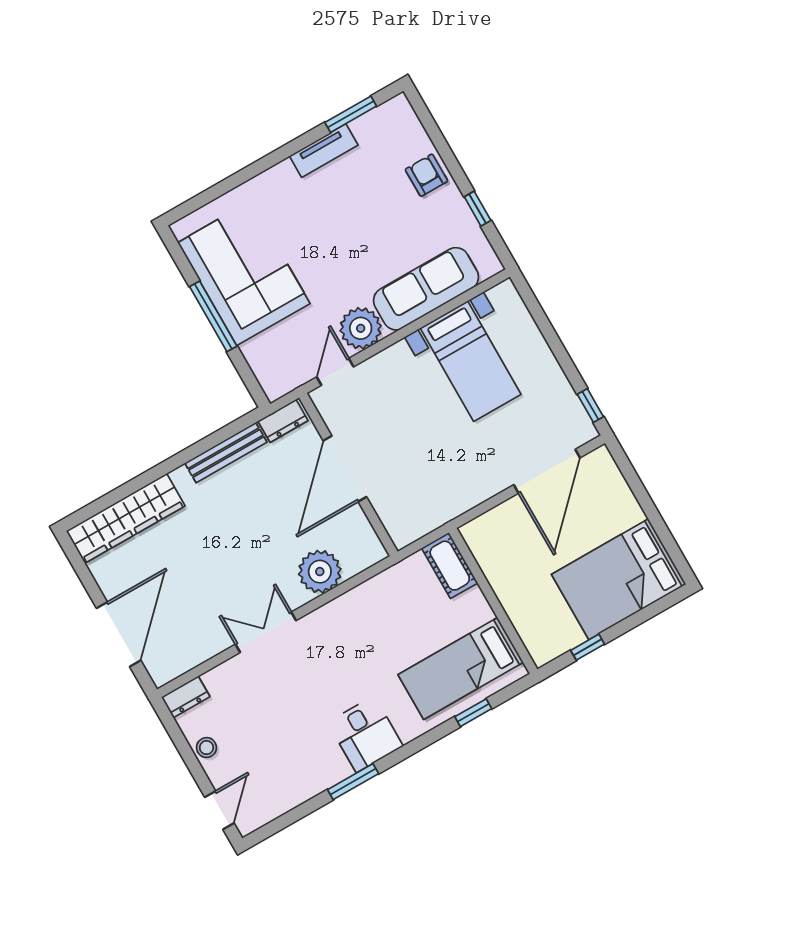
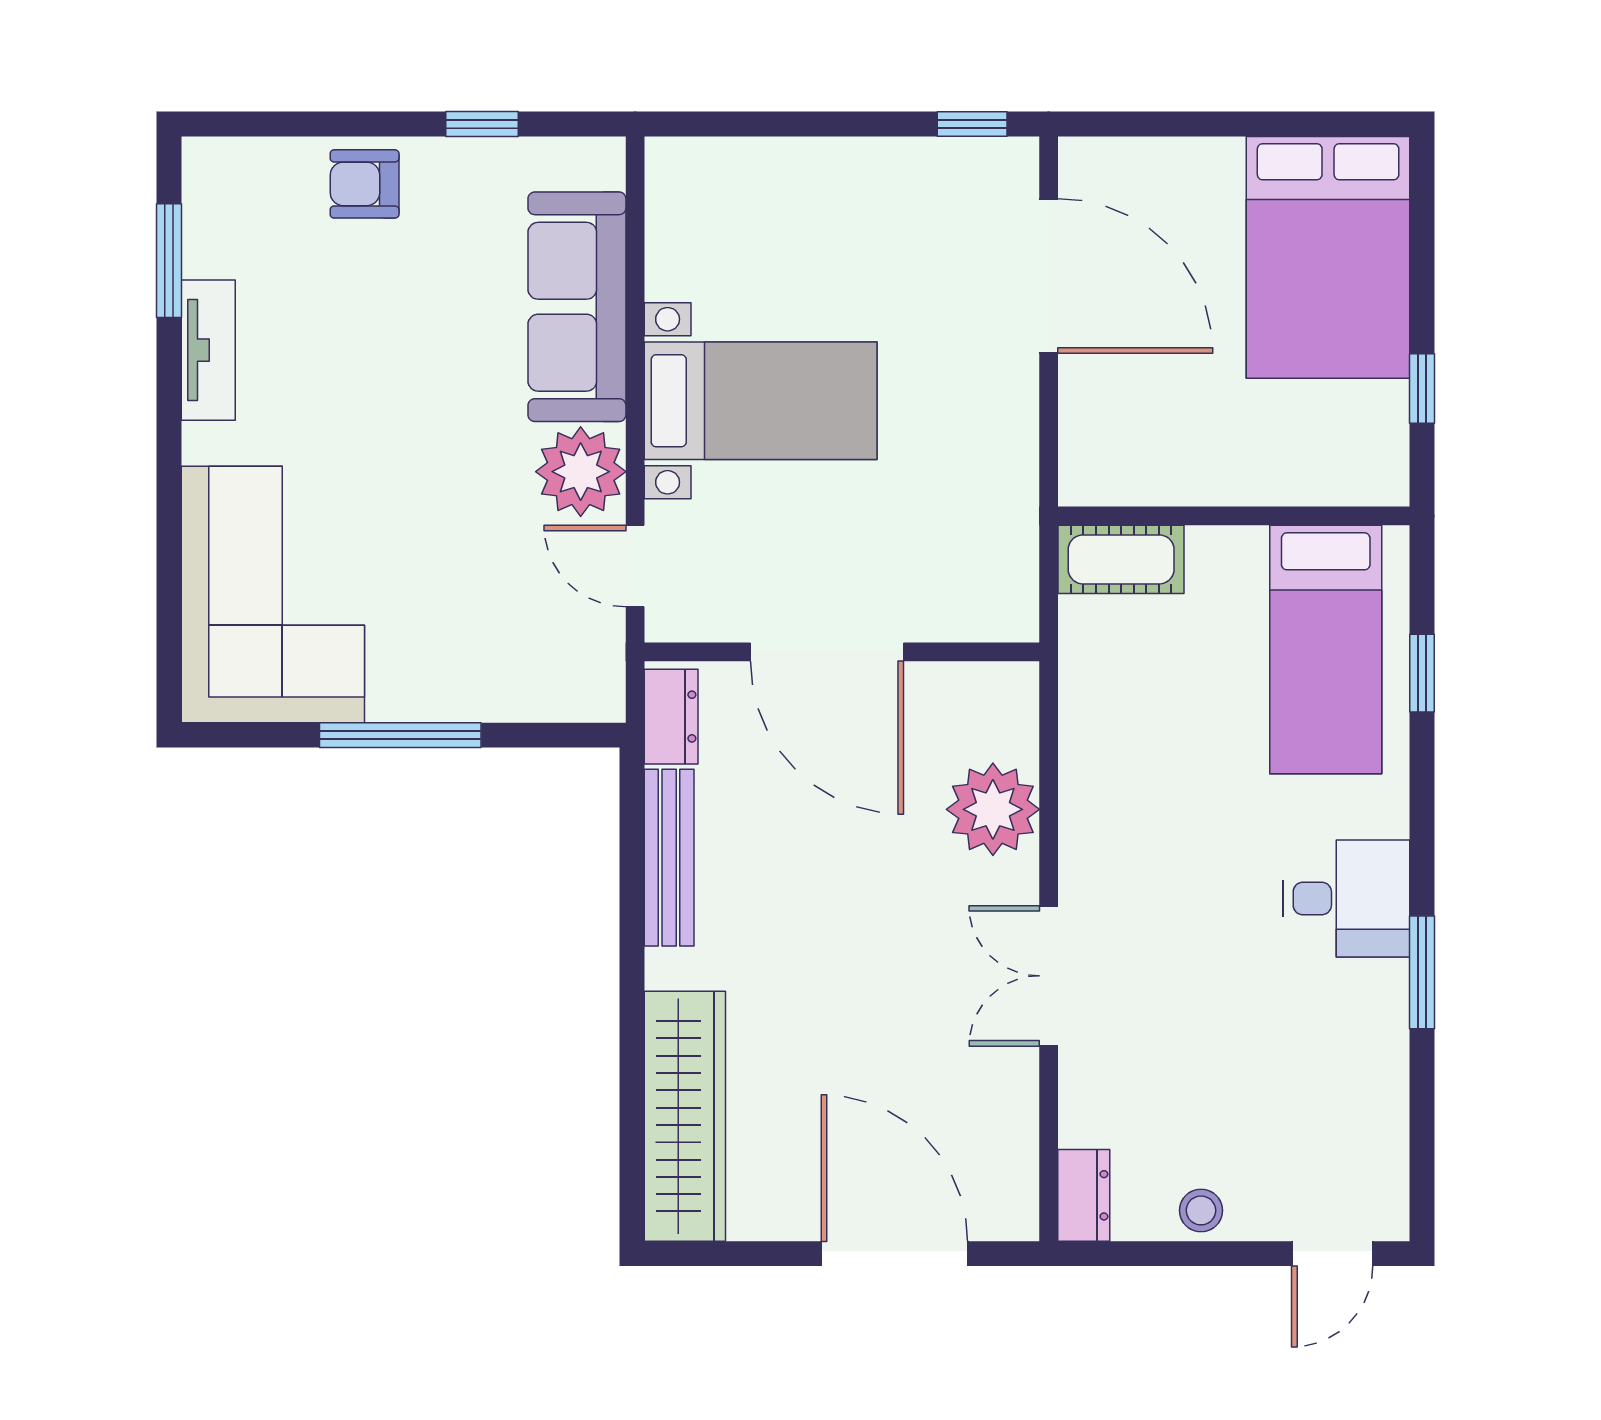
corner sofa: (244, 273) -> (273, 594), moved, turned 90
bed with nightstands: (471, 361) -> (761, 401), moved
door: (219, 810) -> (1332, 1254), swing flipped

